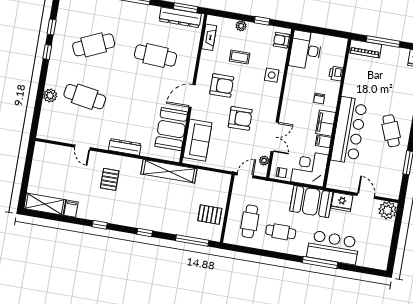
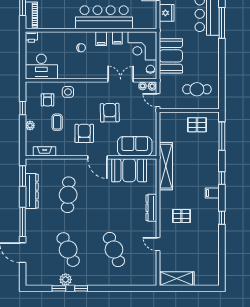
dresser: (180, 17) -> (32, 191), moved
armchair: (281, 40) -> (48, 100), moved
printer: (336, 73) -> (31, 37), moved
plant: (50, 95) -> (66, 280), moved
cafe table: (85, 97) -> (114, 250), turned -30
filing cabinet: (326, 123) -> (101, 39), width x0.50
door: (82, 147) -> (158, 244), swing flipped
plant: (262, 171) -> (152, 86), added
booth: (311, 202) -> (171, 56), moved
shelving: (45, 204) -> (177, 279), moved, turned 90
filing cabinet: (71, 209) -> (212, 193), moved
pallet: (210, 215) -> (197, 125), turned 90
cafe table: (281, 232) -> (201, 61), removed

